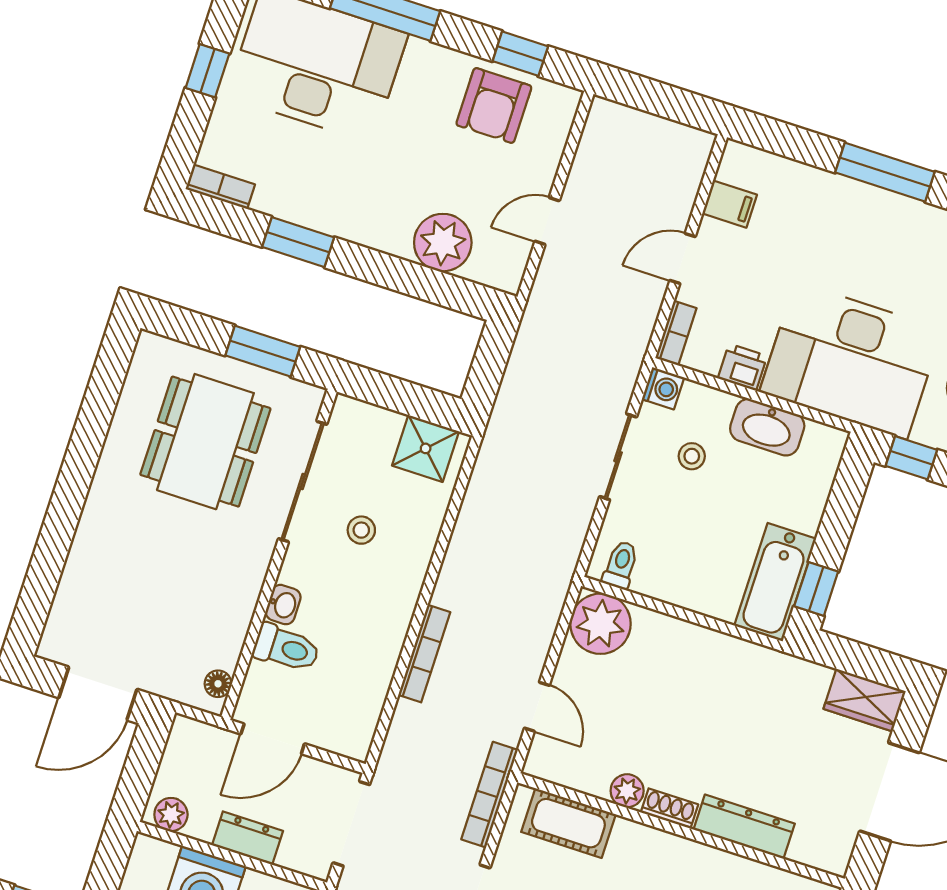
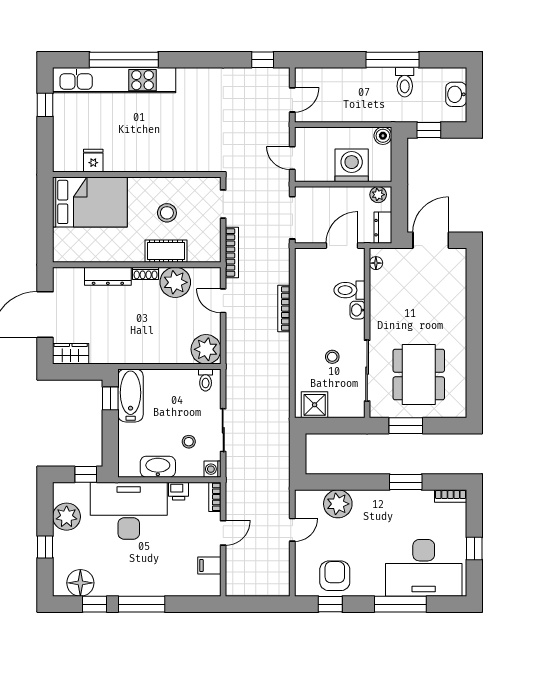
plant: (627, 791) -> (175, 282), width x1.88, depth x1.88
cot: (568, 823) -> (166, 251), moved
dresser: (248, 838) -> (383, 228), moved, turned 90

